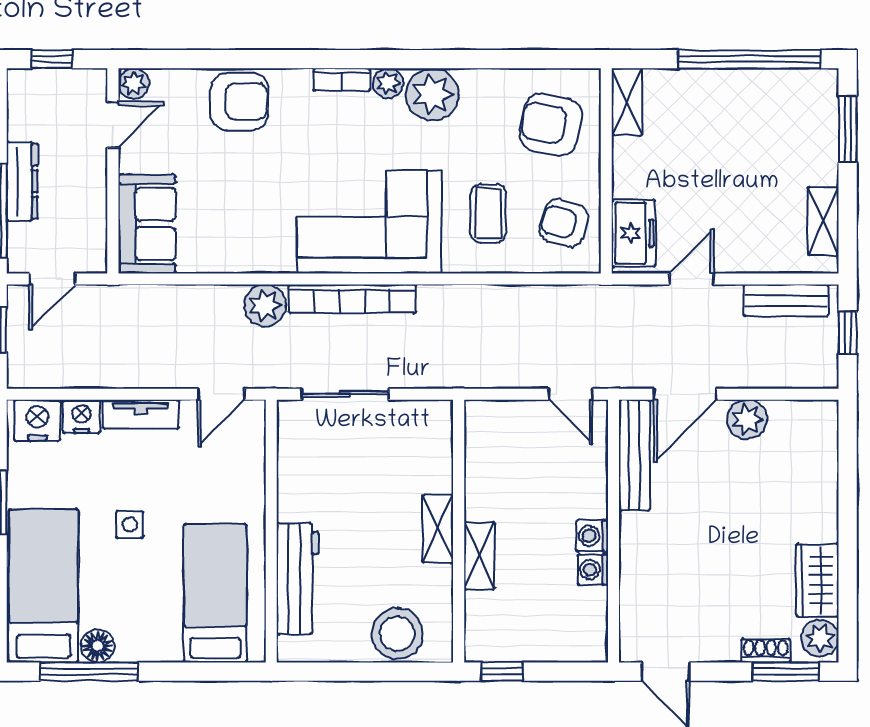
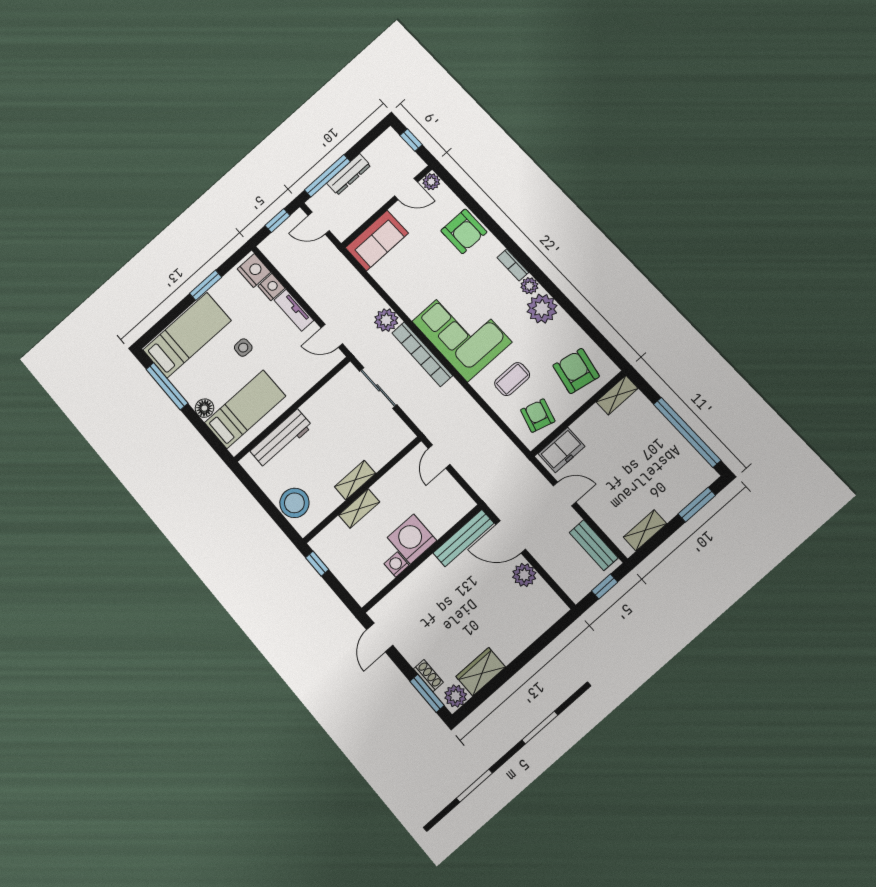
door: (571, 394) -> (439, 456), moved
washing machine: (592, 536) -> (412, 539), width x1.89, depth x1.89
floor lamp: (98, 646) -> (204, 408), moved

